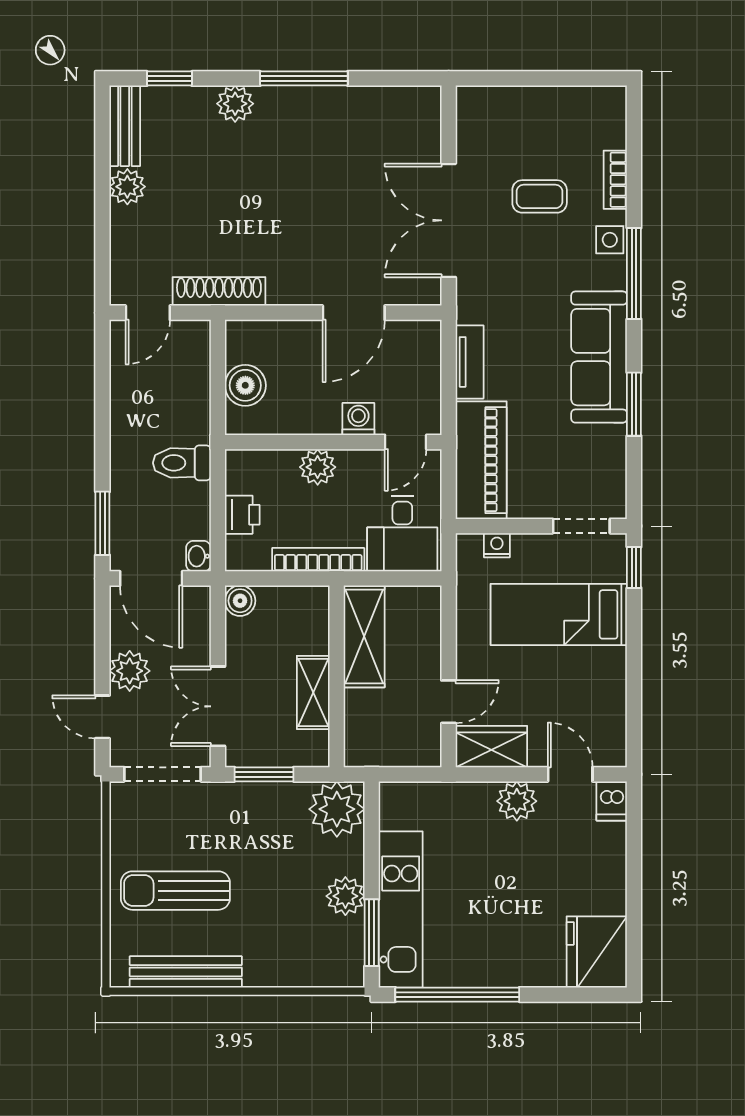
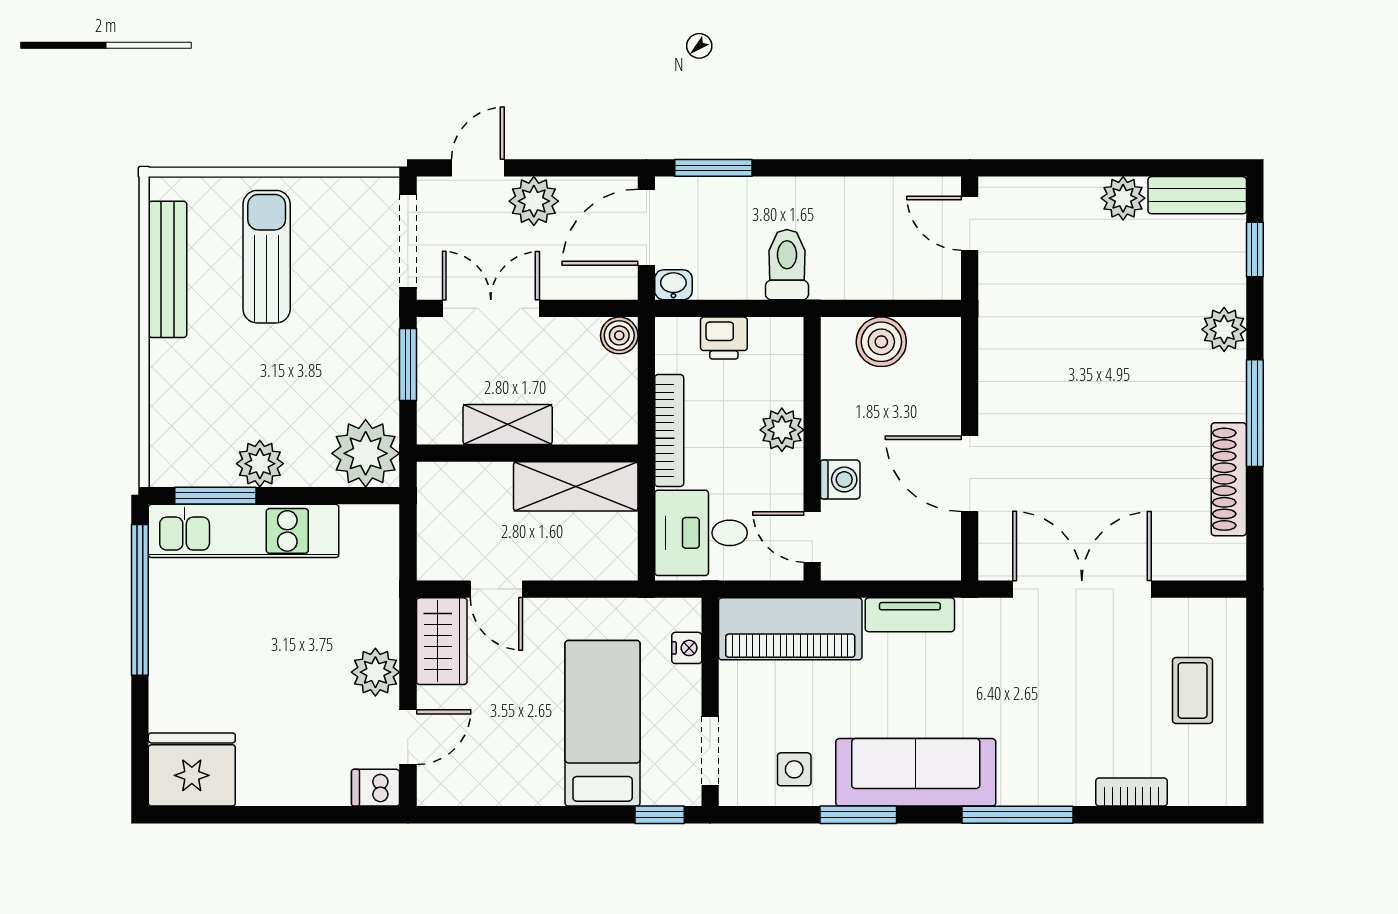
coffee table: (540, 196) -> (1193, 690), moved
side table: (610, 240) -> (794, 769), moved
shoe rack: (219, 291) -> (1229, 479), moved, turned 180

